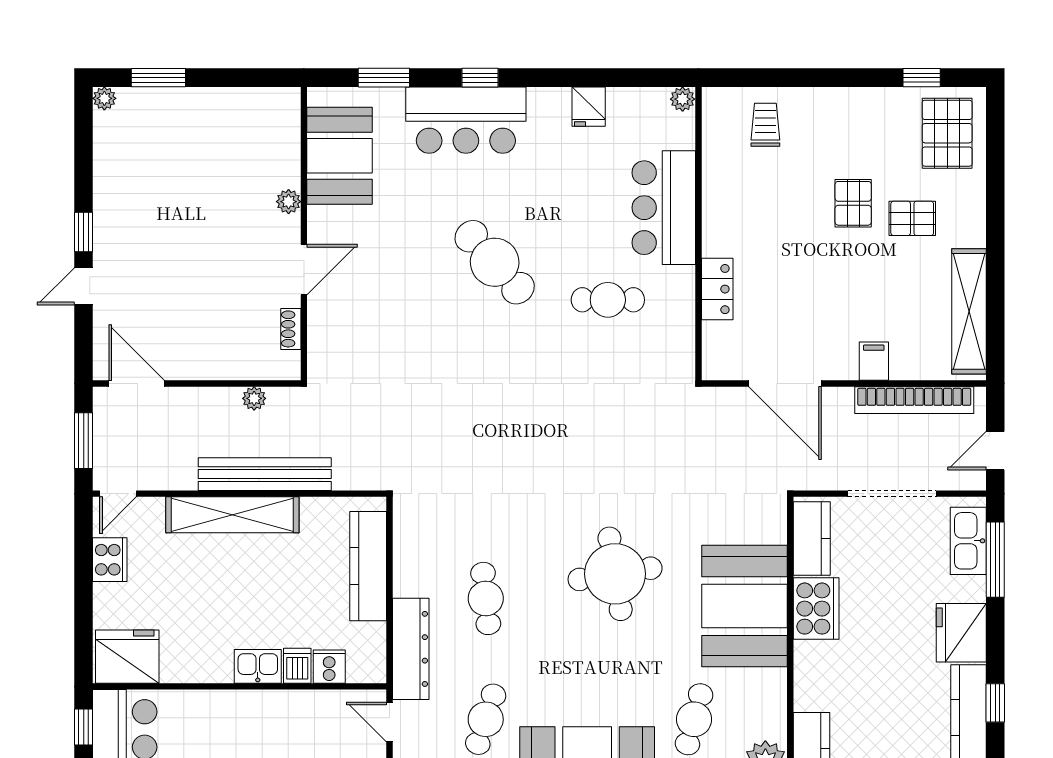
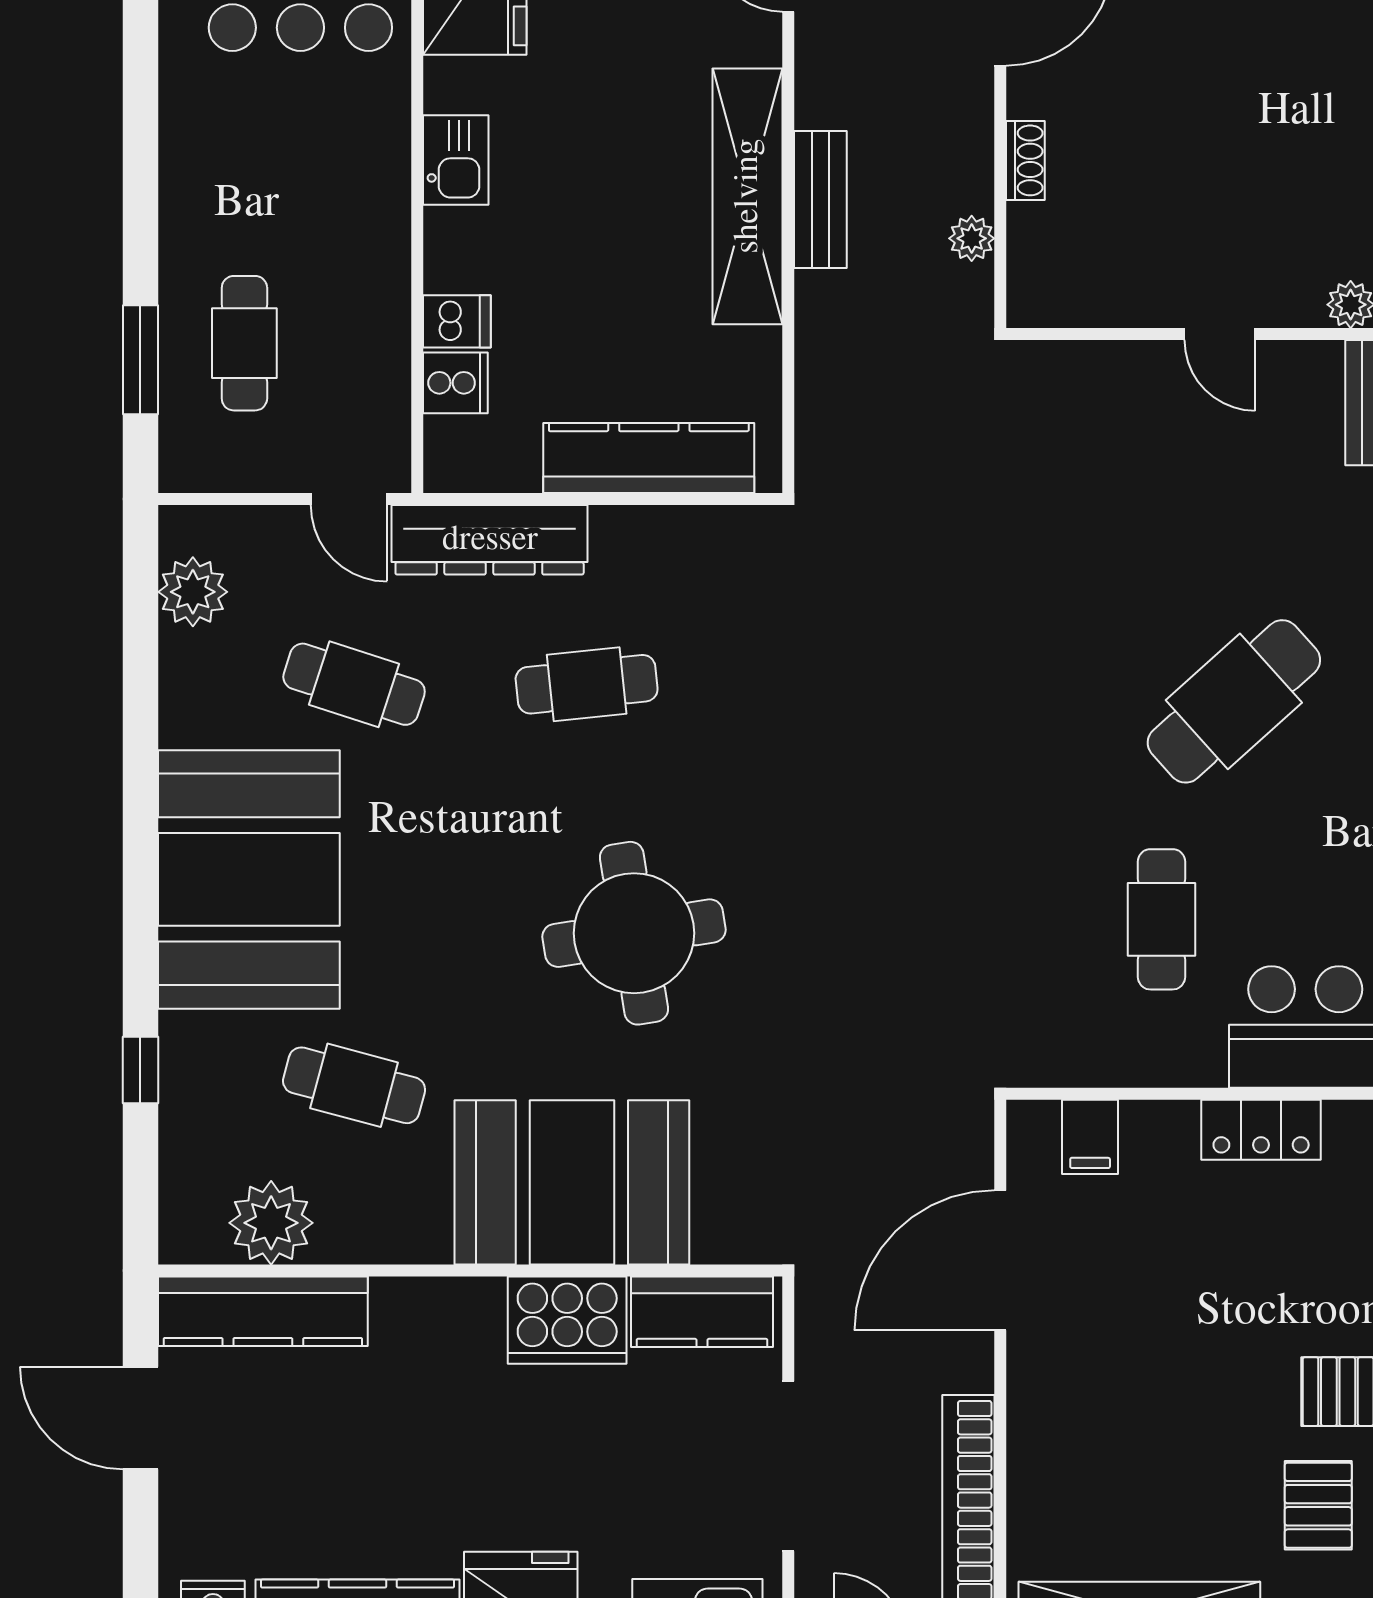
door: (304, 270) -> (1220, 334), width x0.73
locker: (717, 289) -> (1261, 1130), moved
shoe rack: (291, 329) -> (1025, 160), moved, turned 90
filing cabinet: (874, 361) -> (1090, 1137), moved, turned 90
bench: (265, 474) -> (820, 200), width x0.54, depth x0.82
kitchen sink: (258, 666) -> (456, 160), moved
door: (389, 722) -> (349, 499), swing flipped

